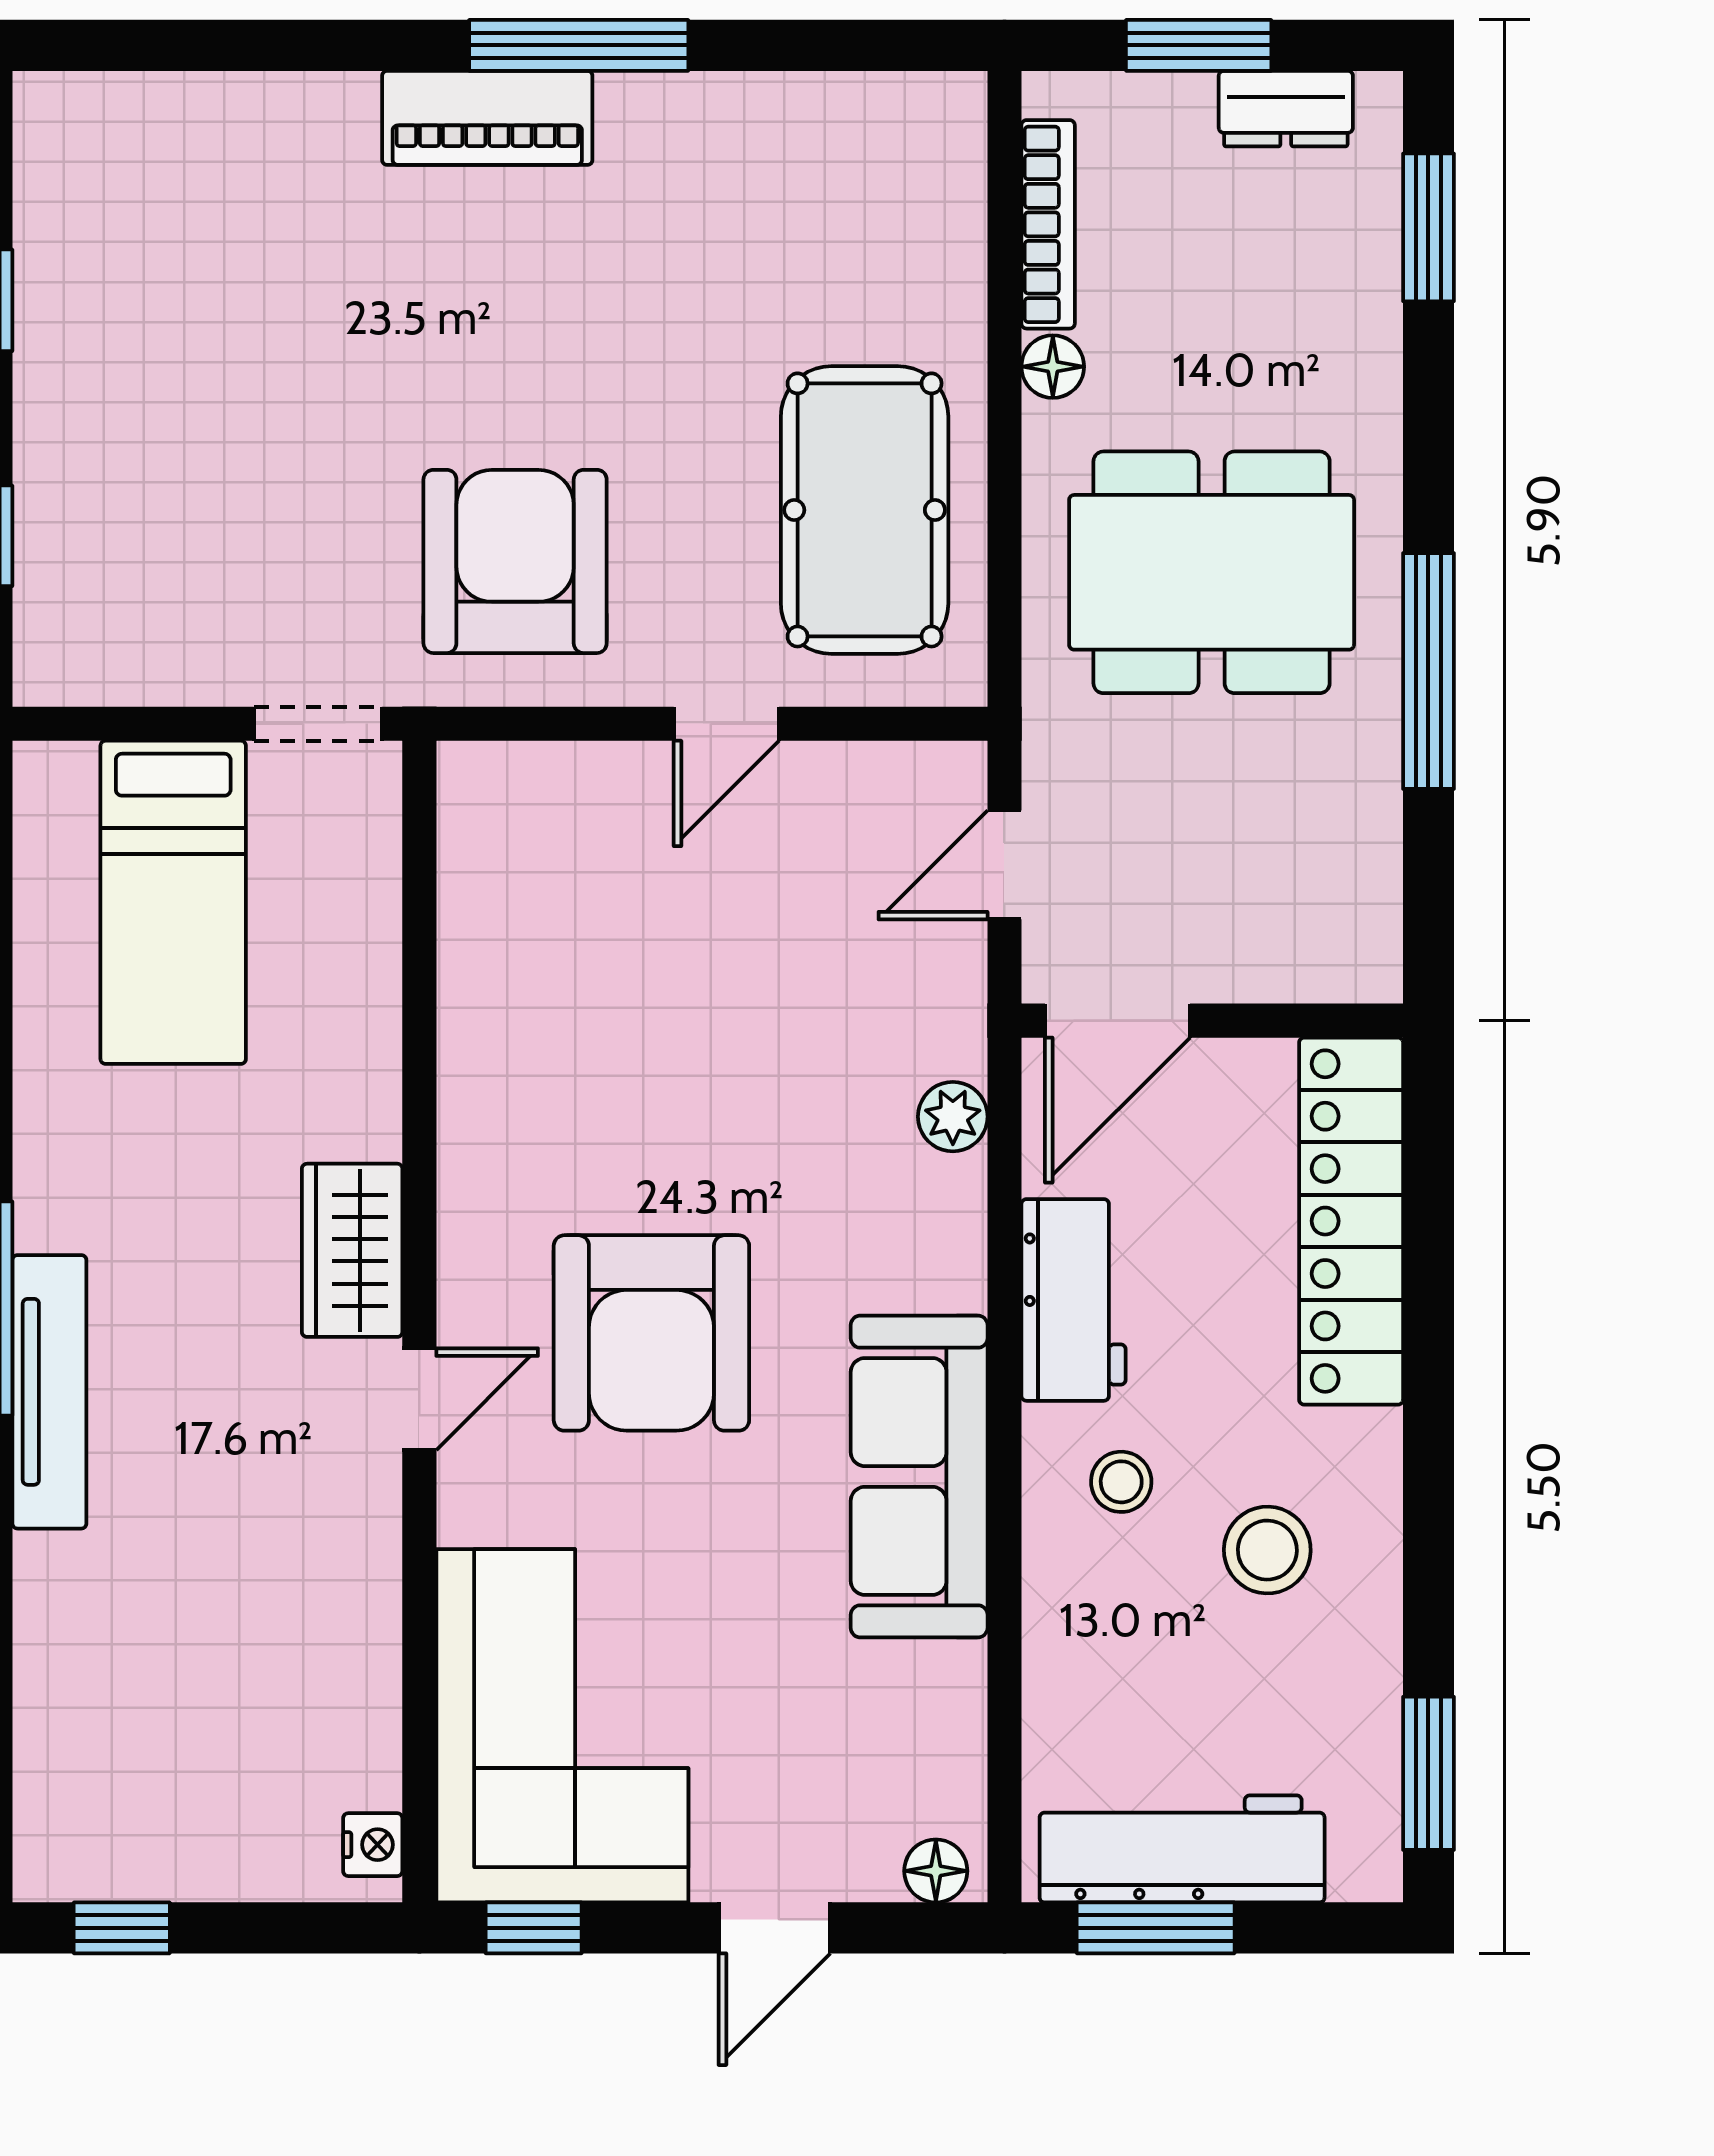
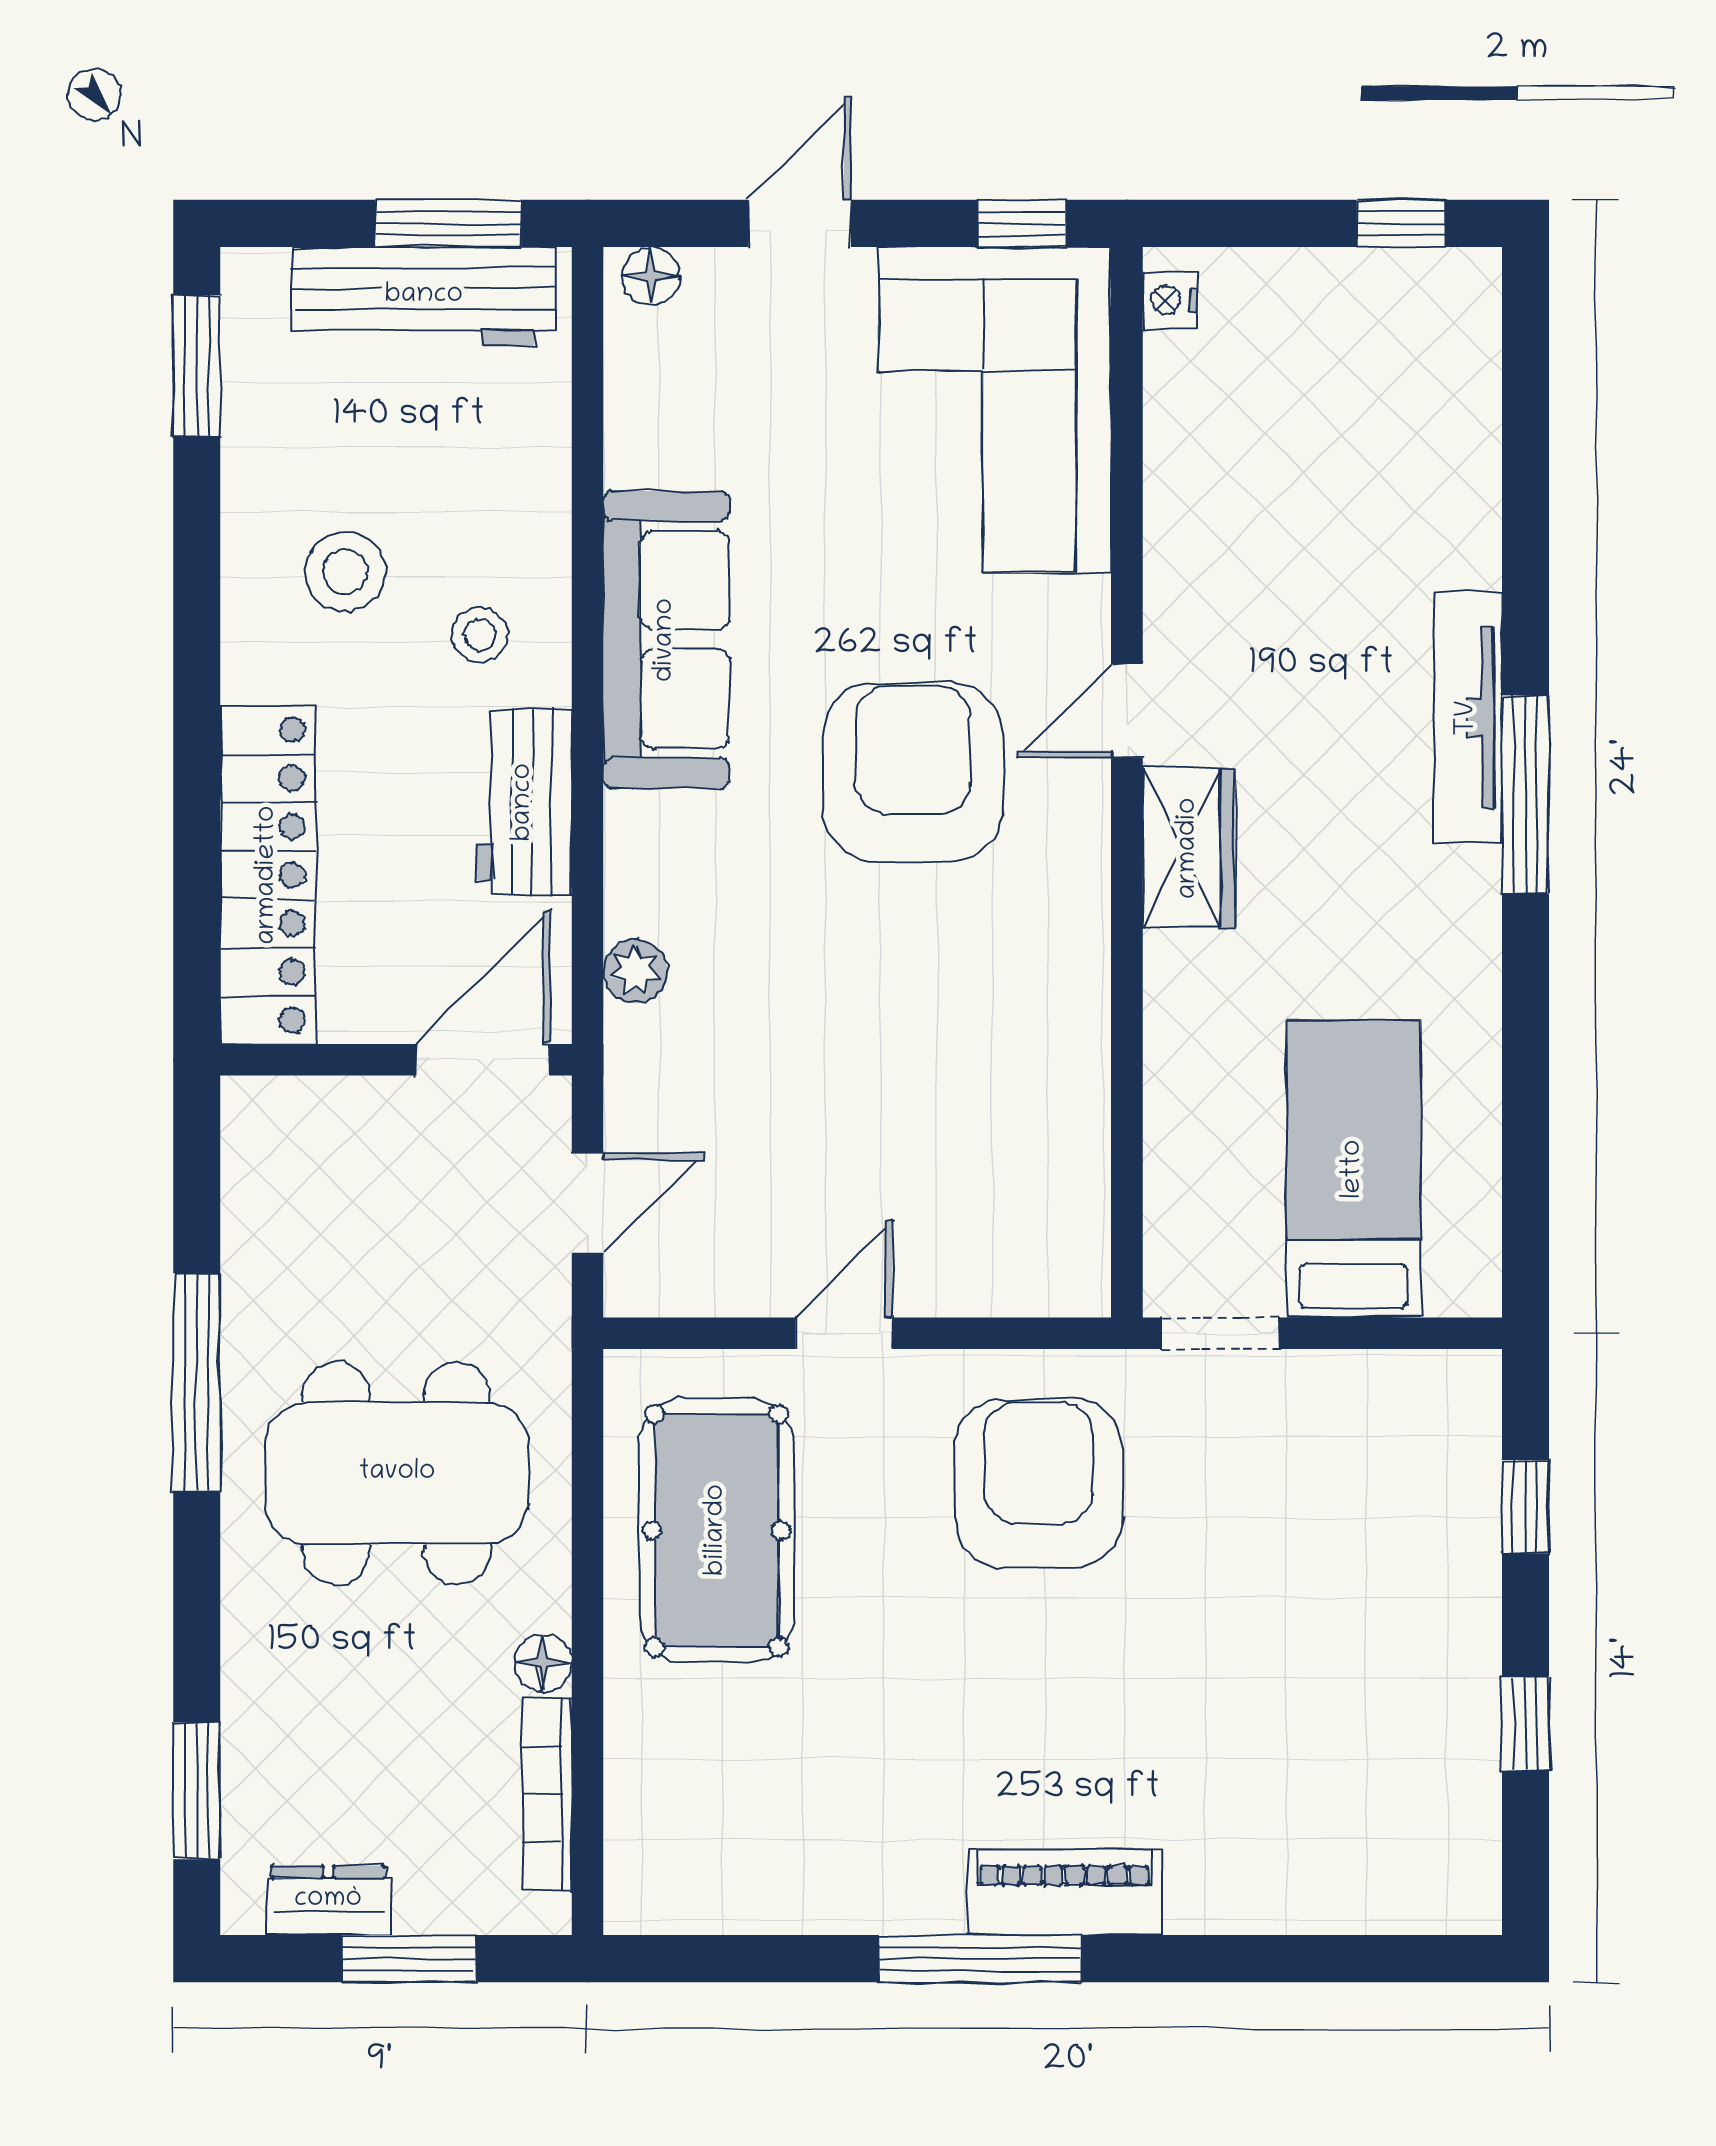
armchair: (515, 561) -> (1039, 1483), turned 180

